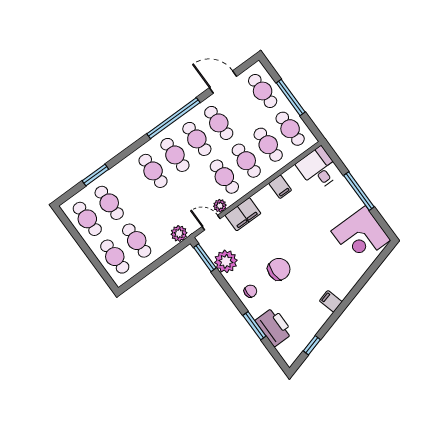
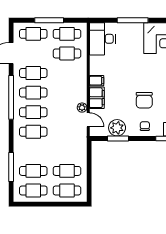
cafe table: (246, 161) -> (67, 73), removed
desk: (318, 169) -> (102, 39), width x1.37
window: (95, 175) -> (11, 167), width x1.44
cafe table: (224, 177) -> (67, 93), removed
filing cabinet: (280, 187) -> (97, 81), moved
door: (211, 223) -> (88, 120), swing flipped
plant: (179, 234) -> (81, 143), removed
window: (205, 258) -> (118, 138), moved
chair: (279, 269) -> (144, 100), turned 180

